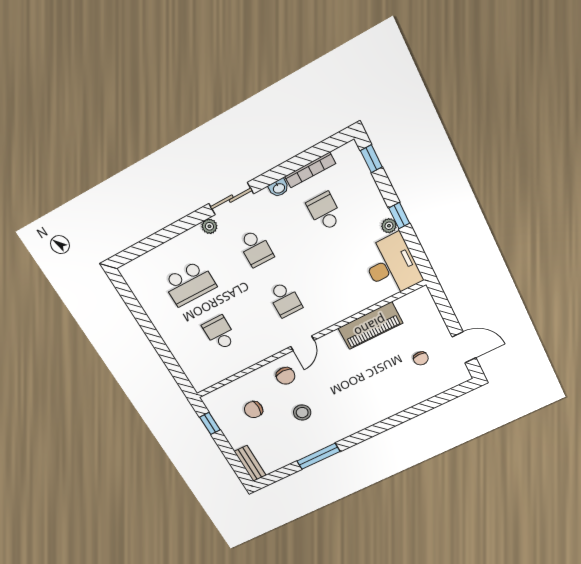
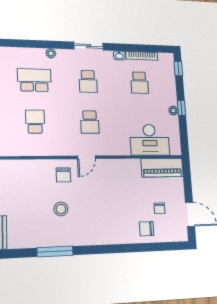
school desk: (325, 212) -> (139, 83), turned 180
plant: (209, 226) -> (51, 53), moved
desk: (392, 266) -> (150, 140), moved, turned 90
school desk: (189, 284) -> (34, 80), turned 180
piano: (370, 326) -> (162, 168), moved
chair: (254, 410) -> (147, 229), moved

